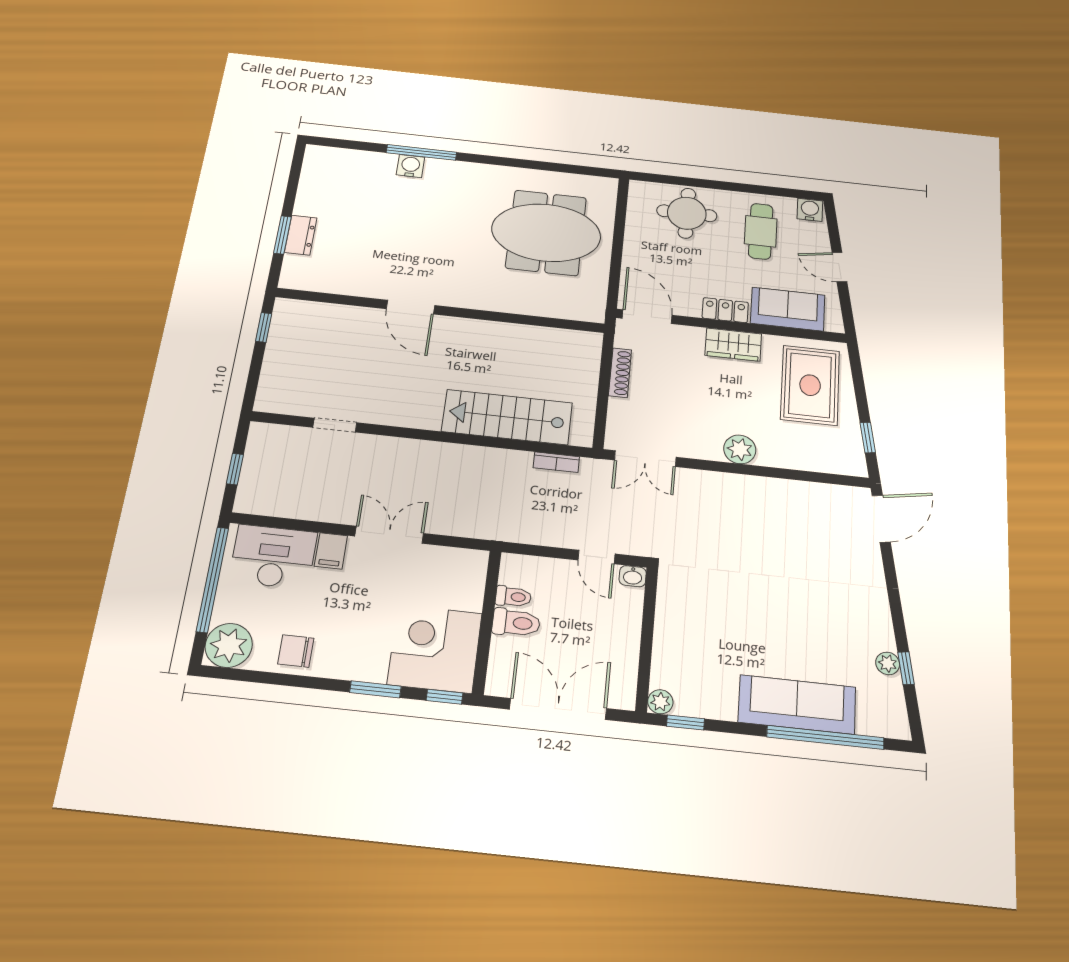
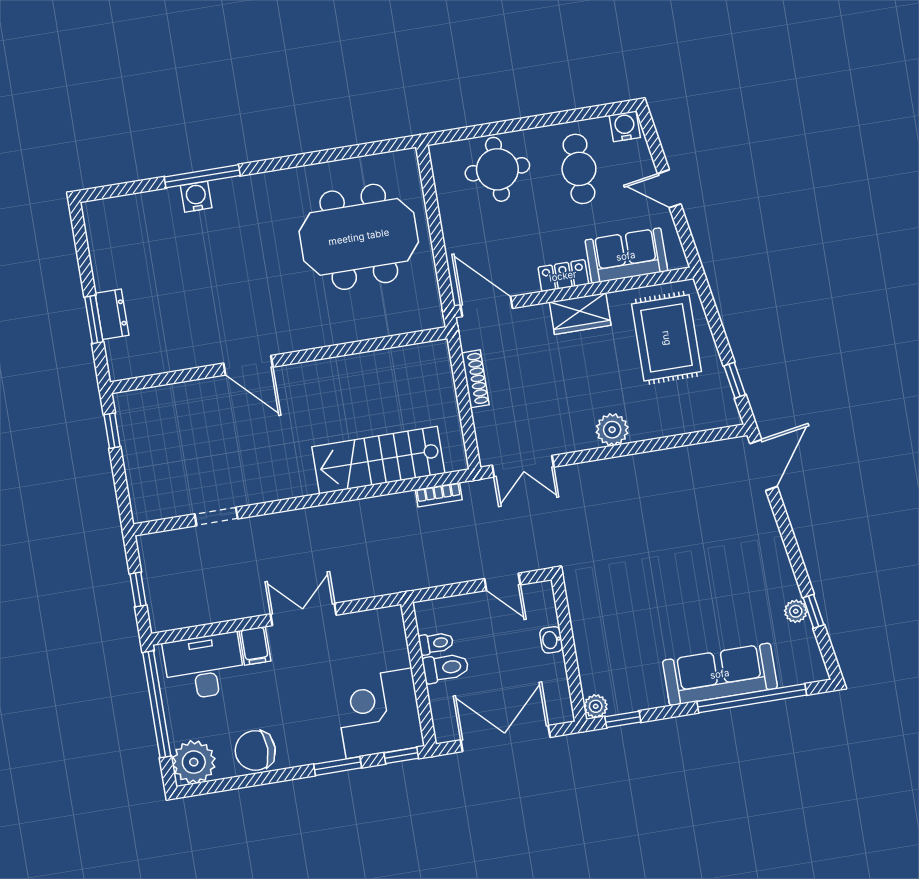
washbasin: (633, 576) -> (551, 640), moved, turned 90
chair: (296, 651) -> (255, 751), width x1.37, depth x1.37

